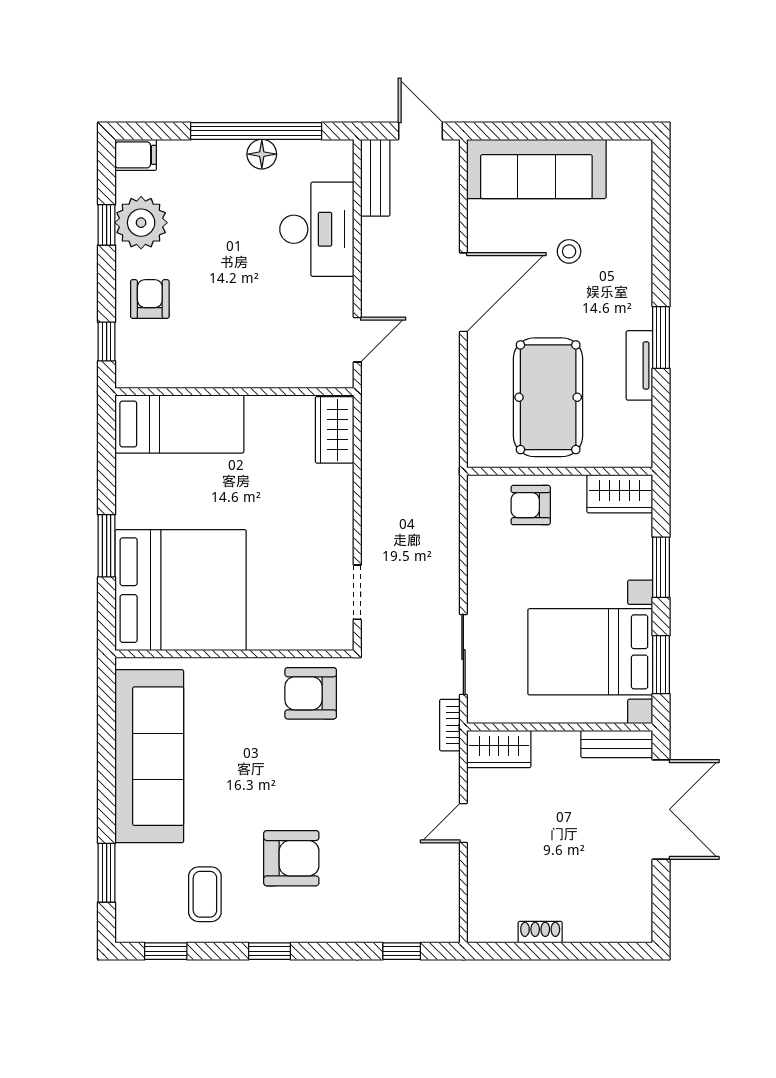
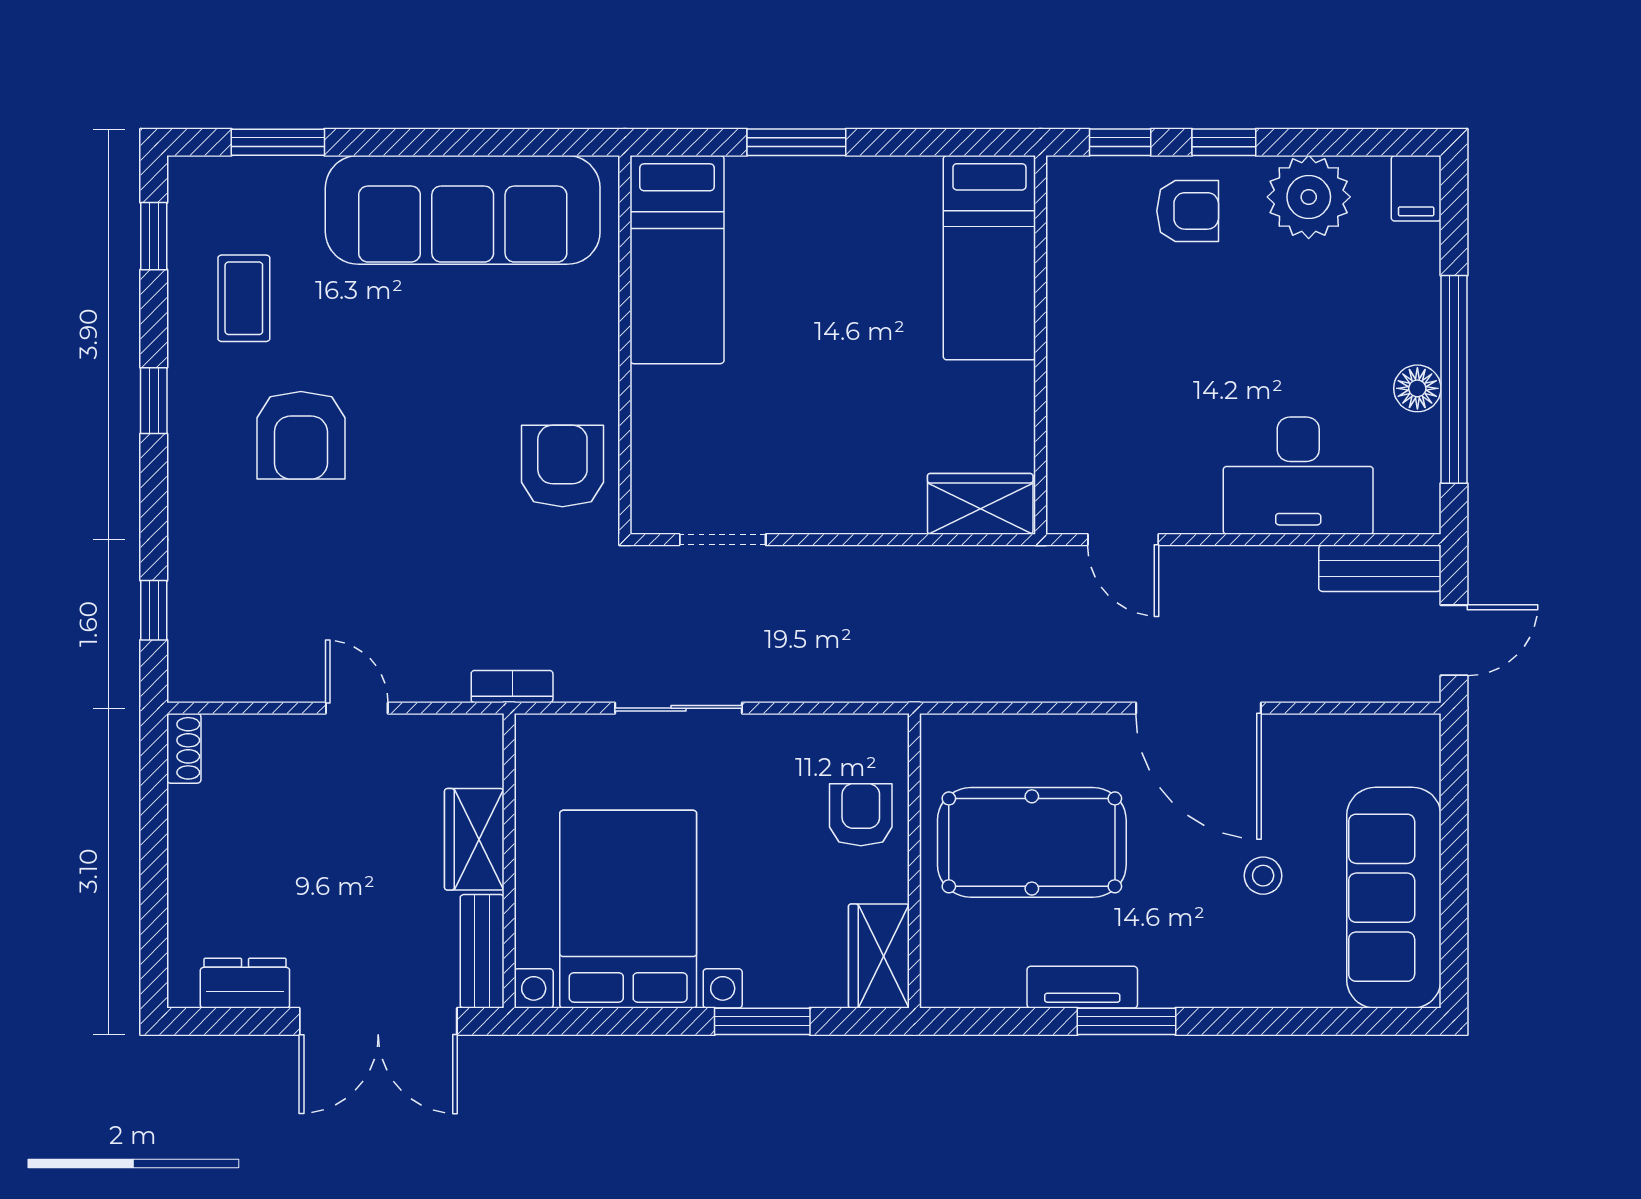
sofa: (536, 169) -> (1394, 898), moved
window: (107, 225) -> (1224, 142), moved
bed: (181, 590) -> (677, 260), width x0.49
sliding door: (463, 655) -> (678, 708), moved
window: (661, 665) -> (608, 1021), removed
wardrobe: (499, 749) -> (474, 839), moved
coffee table: (205, 894) -> (244, 298), turned 90
dresser: (637, 894) -> (245, 983), added
shoe rack: (540, 932) -> (184, 748), moved

